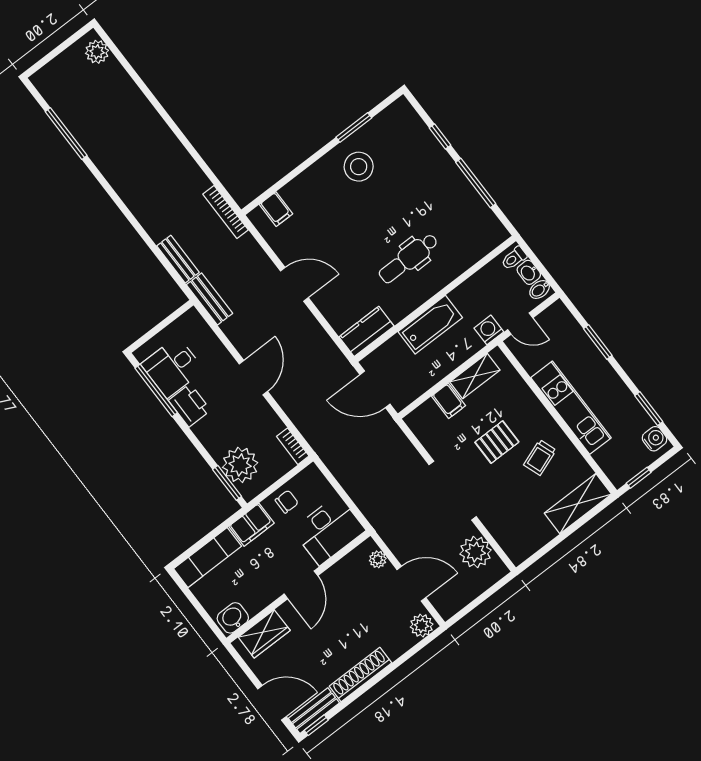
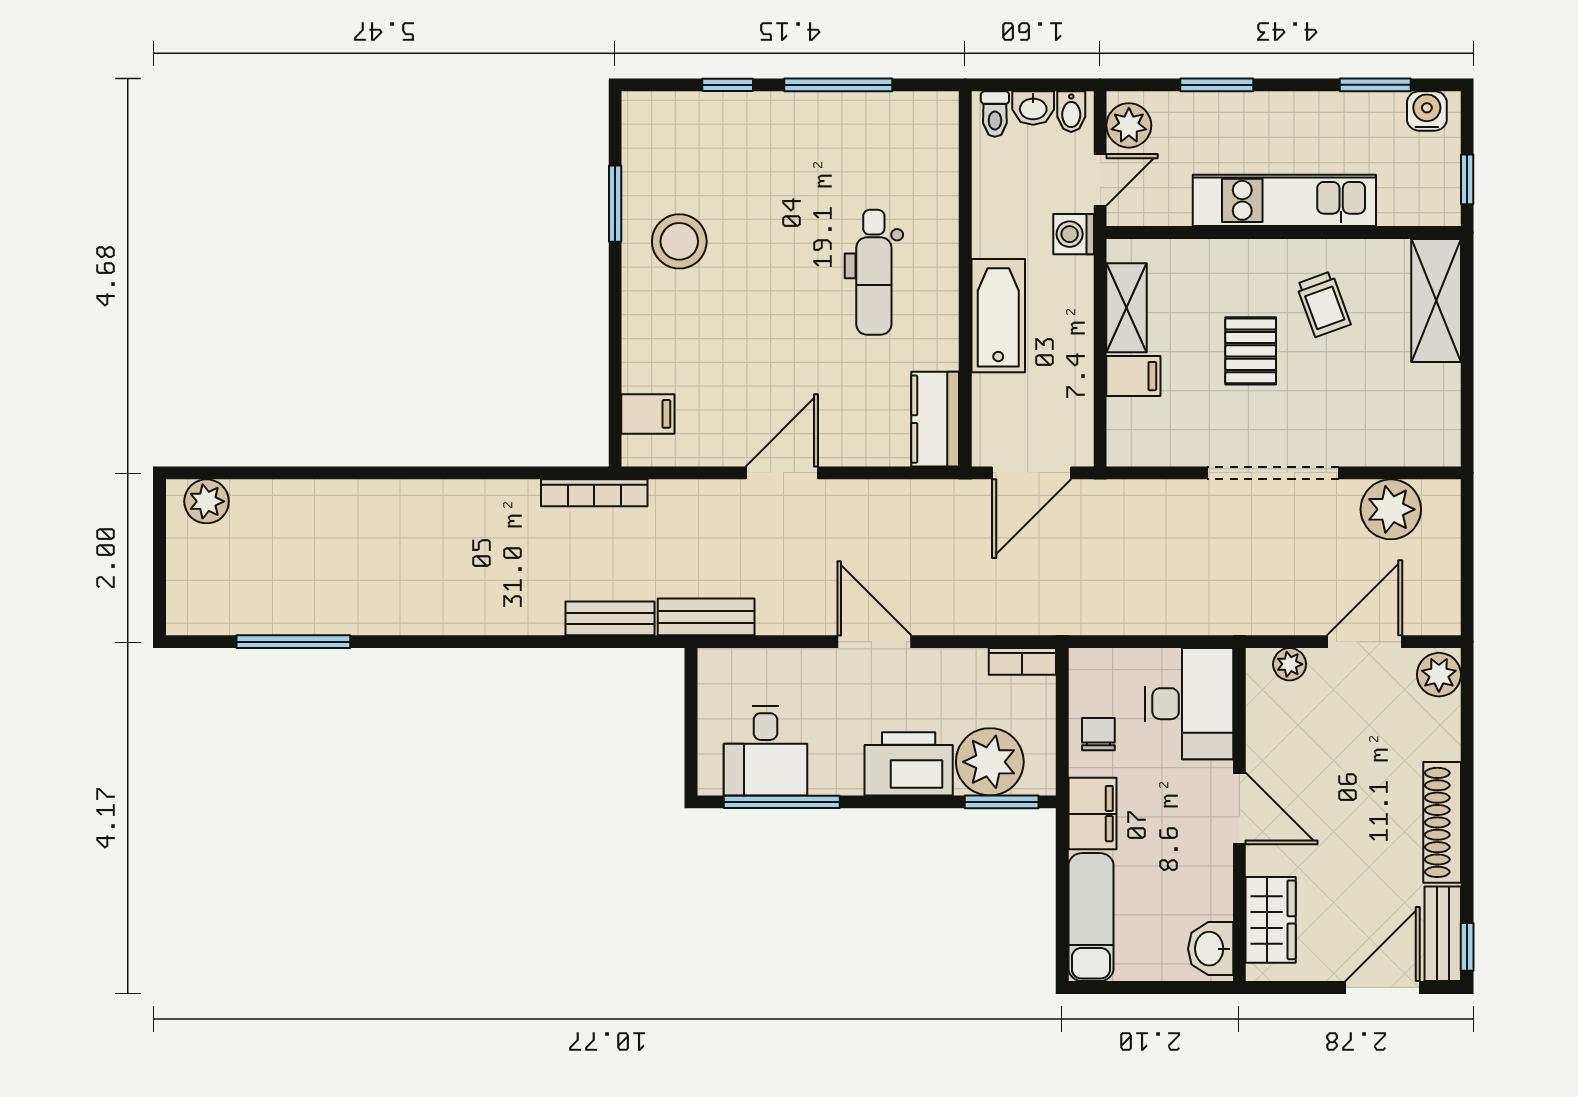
plant: (552, 318) -> (1129, 125), added
printer: (190, 405) -> (909, 764), moved, width x1.37, depth x1.19

